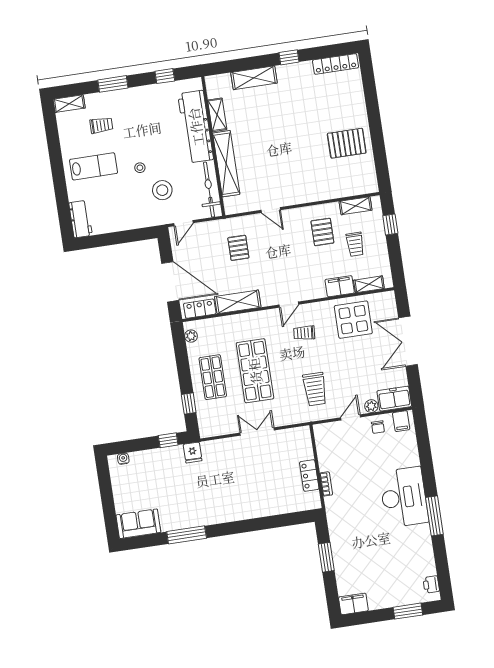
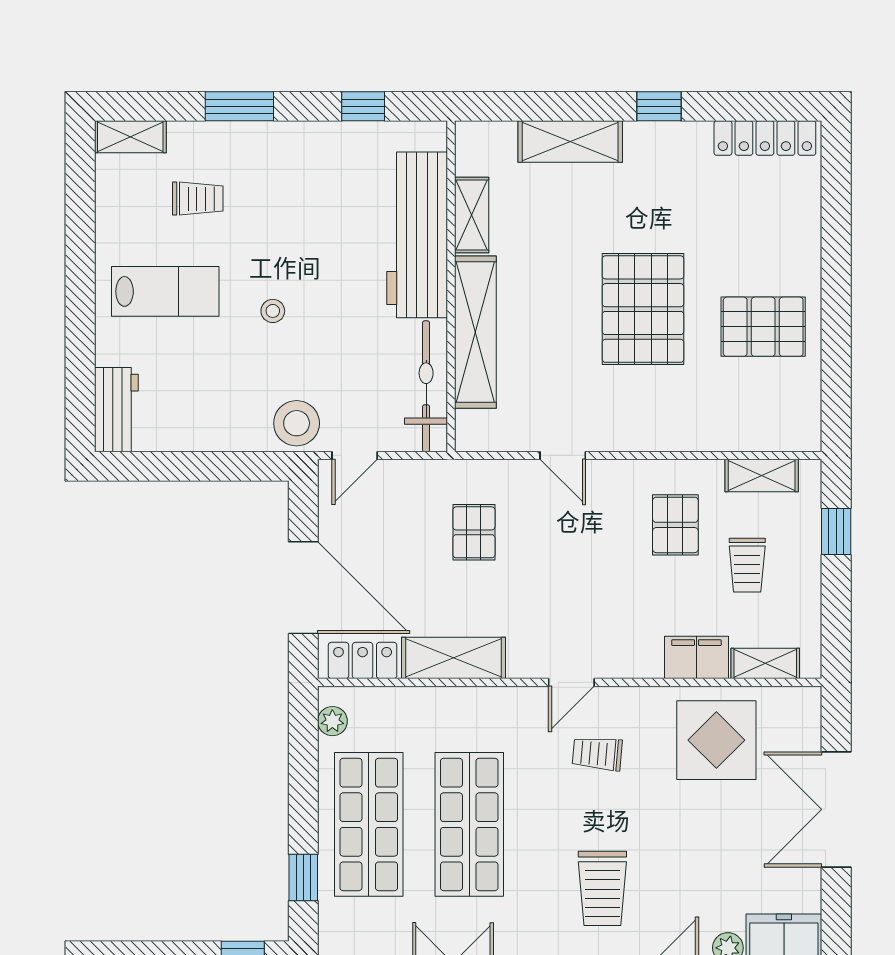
pallet: (295, 143) -> (643, 309), added
stool: (162, 190) -> (297, 423), moved
shop shelf: (213, 377) -> (369, 824), width x1.43, depth x1.36

